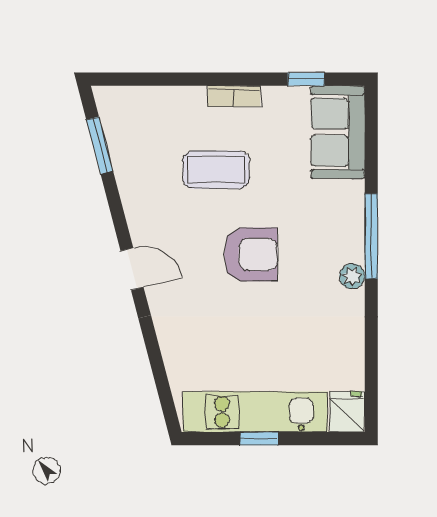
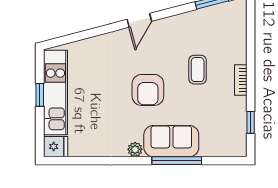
sofa: (338, 132) -> (171, 141), moved
coffee table: (216, 170) -> (198, 70), width x0.73, depth x0.77
window: (371, 236) -> (177, 161), moved

